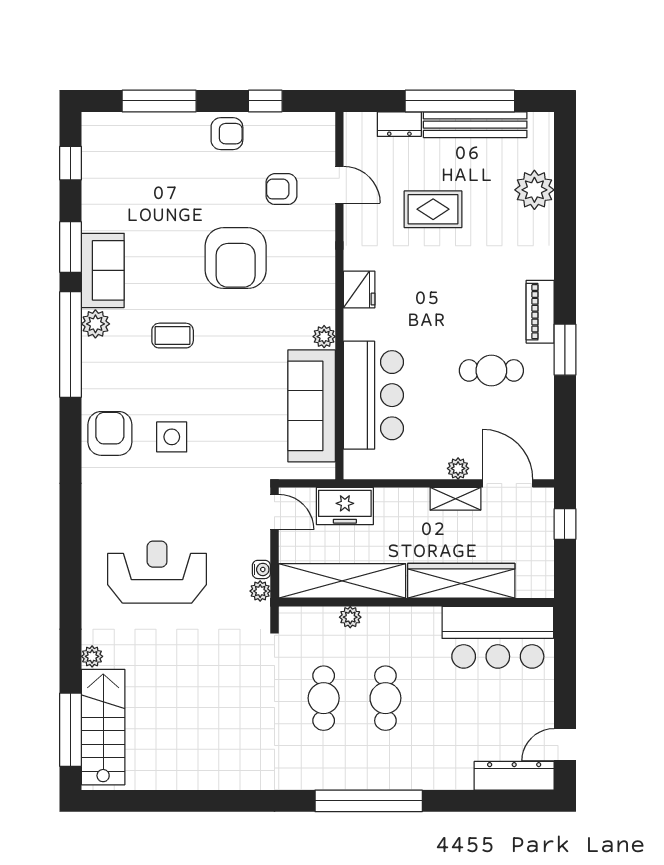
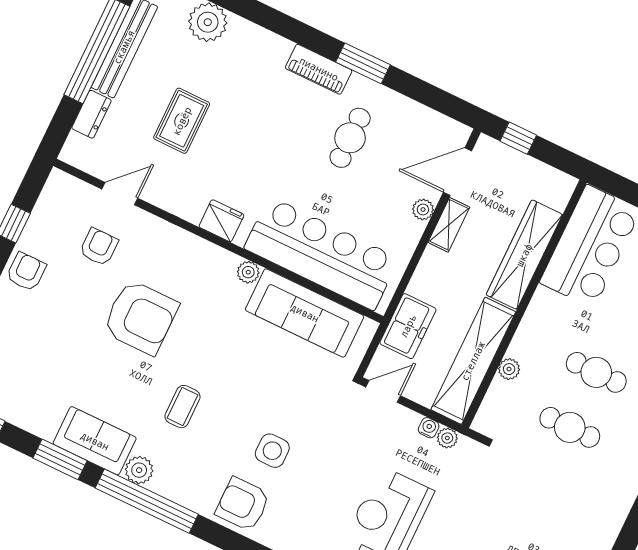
armchair: (281, 189) -> (99, 247), turned 180
bar counter: (373, 395) -> (322, 253), width x1.36

